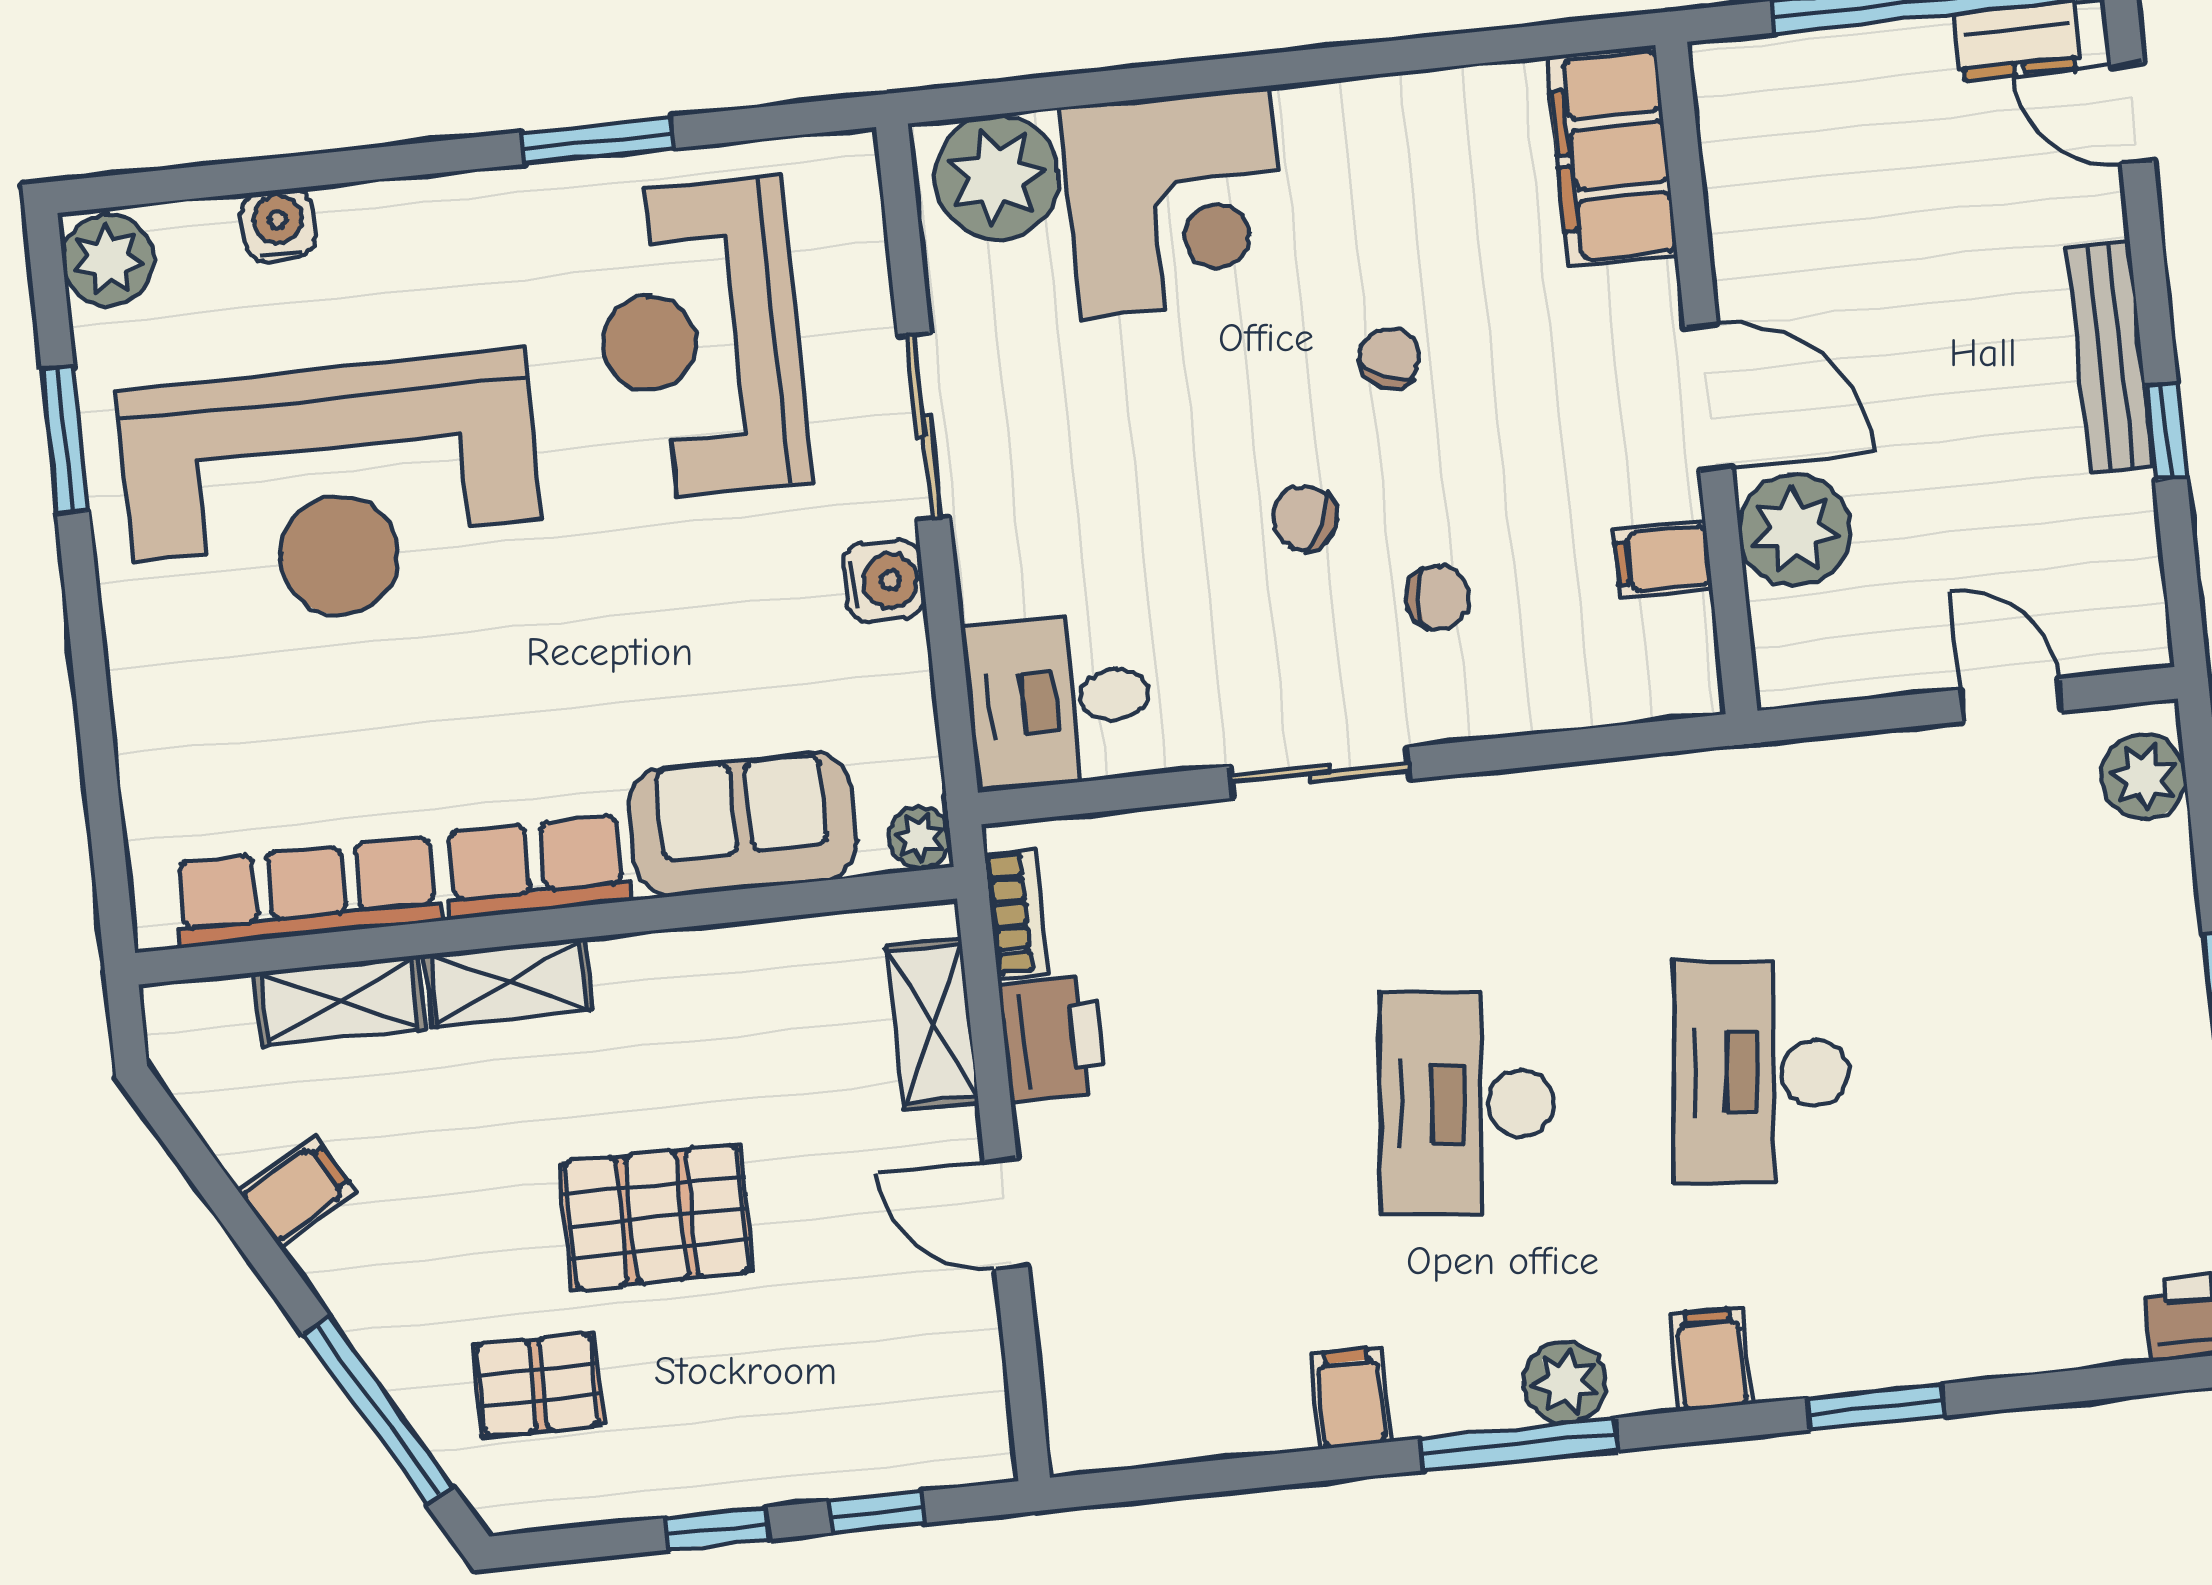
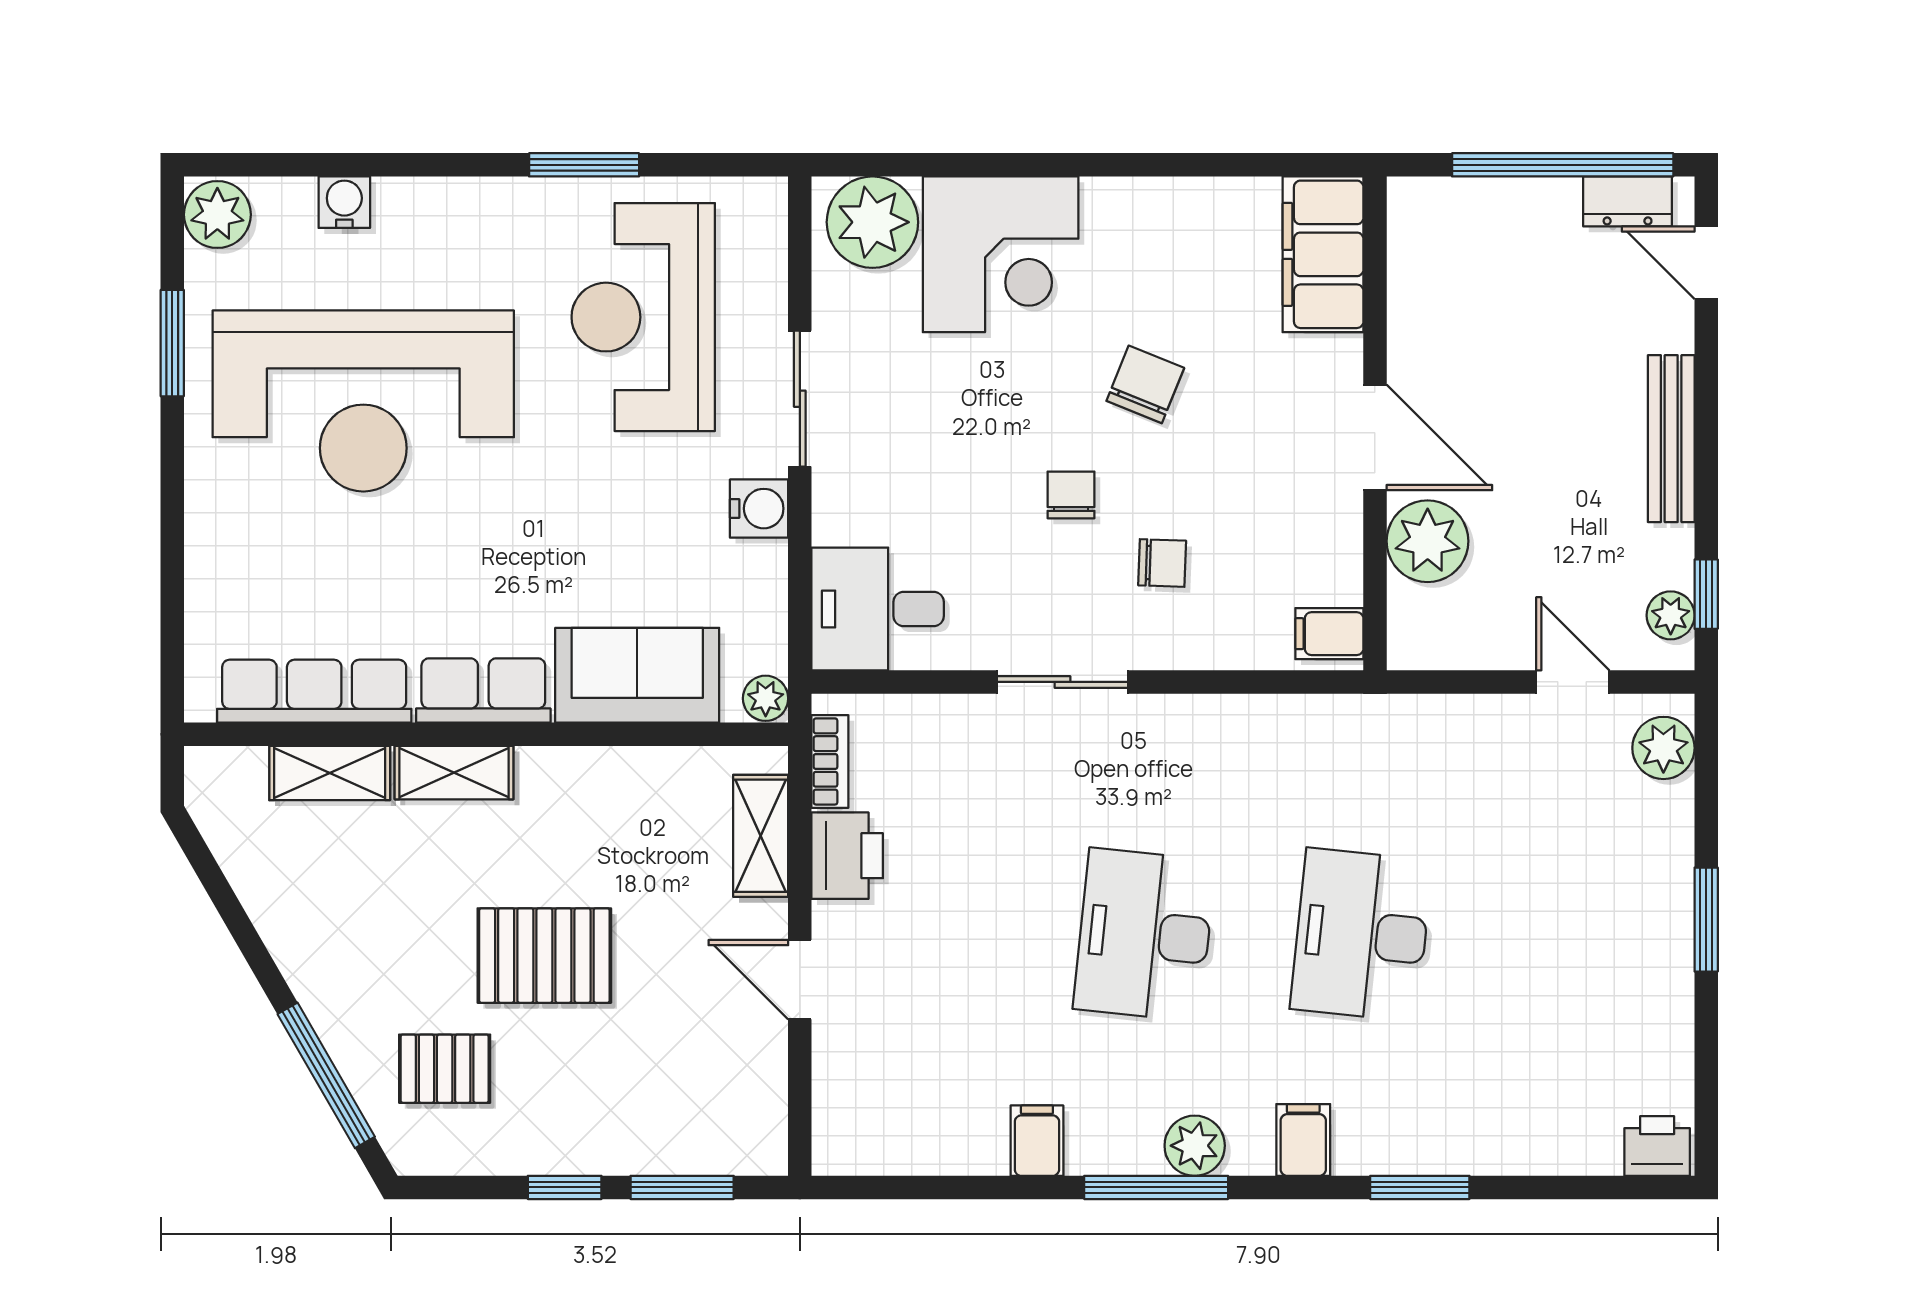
chair: (1390, 358) -> (1145, 384), width x1.37, depth x1.37
window: (2166, 431) -> (1706, 594), moved
chair: (1305, 518) -> (1071, 495), turned 63
filing cabinet: (1663, 559) -> (1329, 634), moved
plant: (2134, 596) -> (1671, 615), added
filing cabinet: (297, 1191) -> (284, 909), removed
window: (876, 1512) -> (682, 1187), width x1.50

